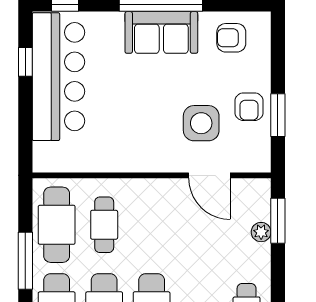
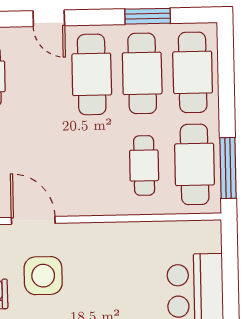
window: (25, 261) -> (228, 168), moved

